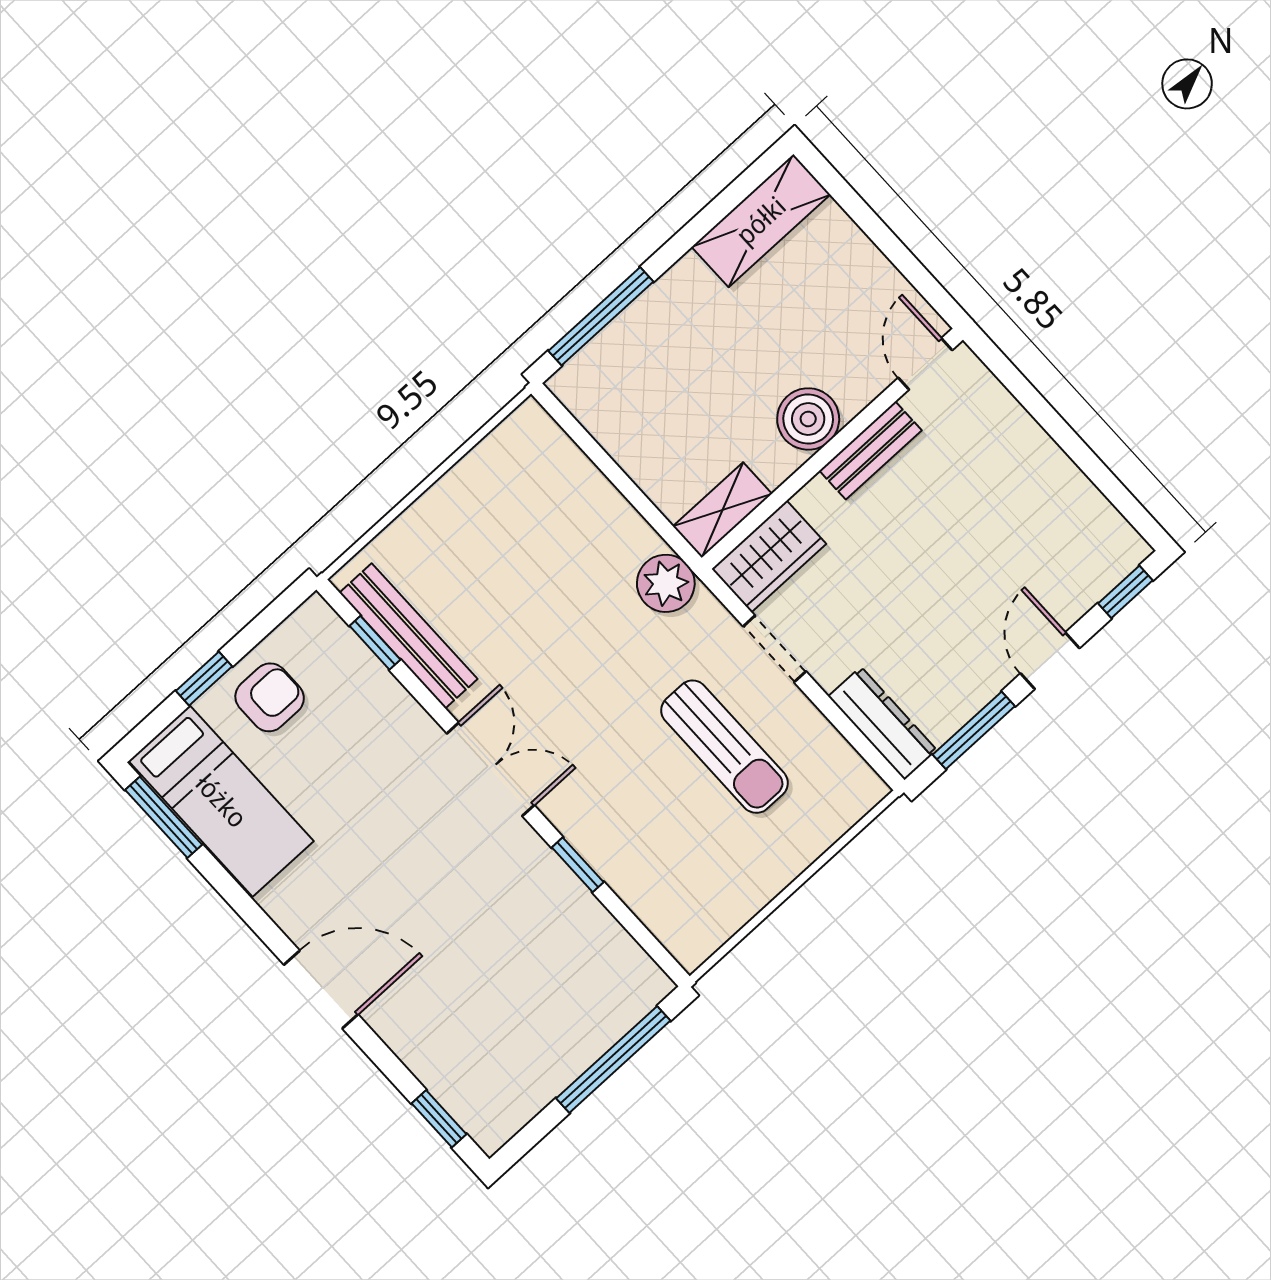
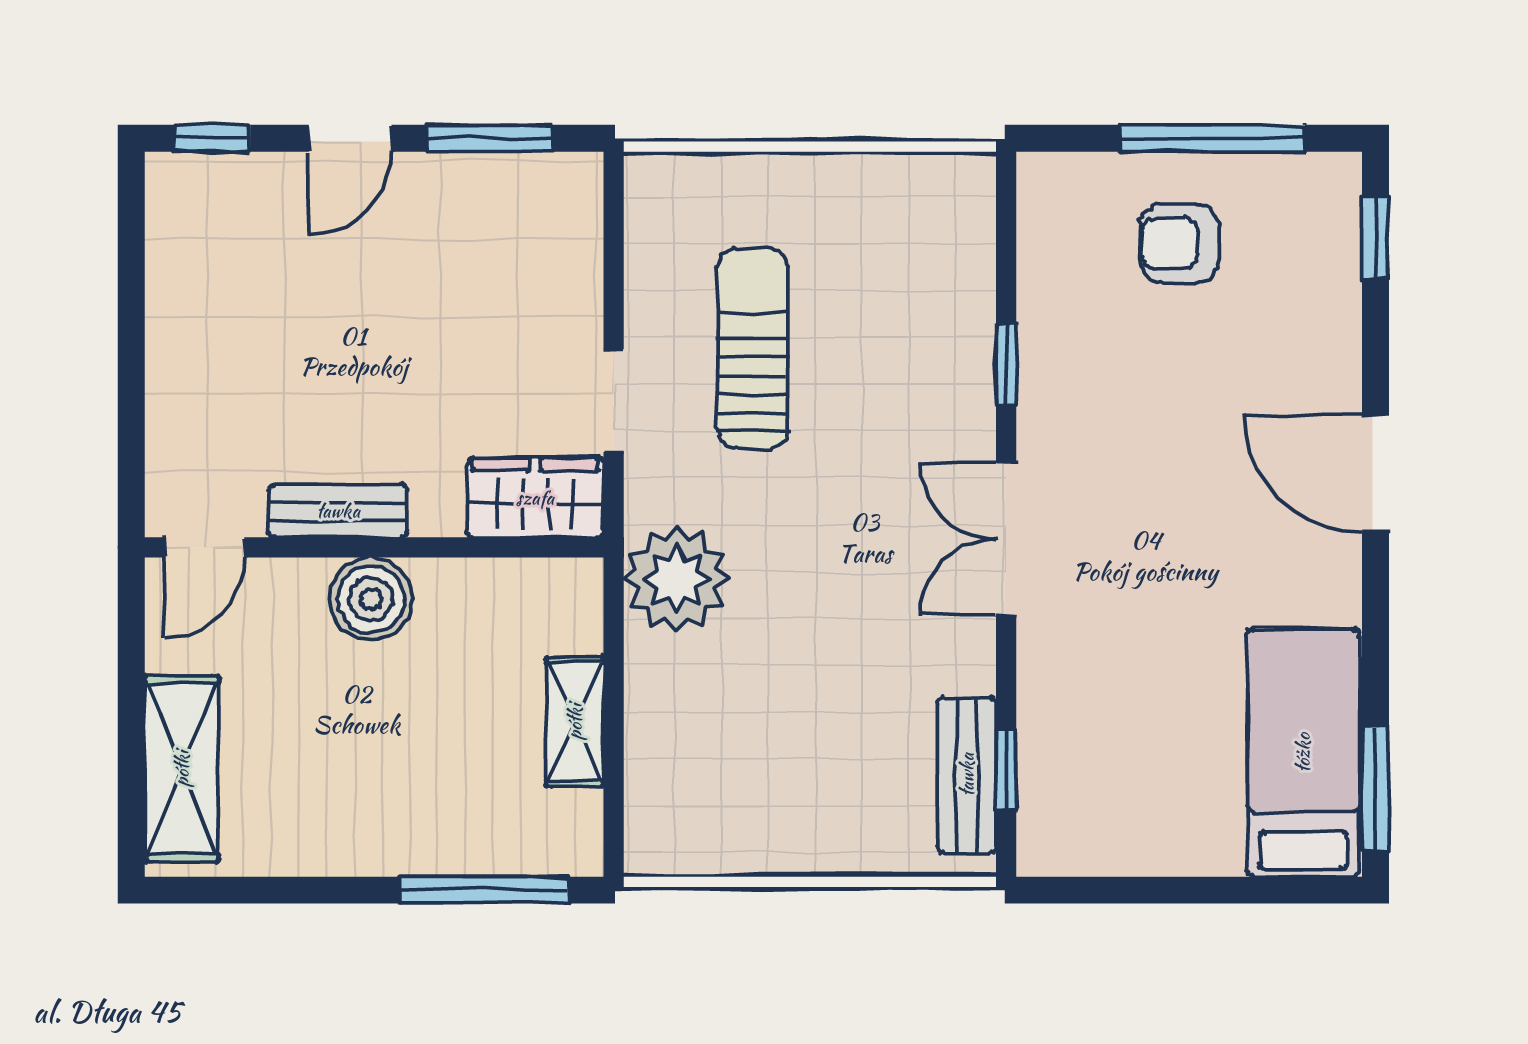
shelving: (761, 221) -> (182, 769), moved, turned 90
shelving: (722, 510) -> (575, 722), moved, turned 90
plant: (666, 583) -> (677, 579), width x1.36, depth x1.36
bench: (408, 636) -> (967, 775), width x0.73
window: (204, 679) -> (1209, 890), removed
armchair: (270, 697) -> (1179, 243), moved
dresser: (883, 723) -> (574, 228), removed
window: (613, 1059) -> (1212, 138), moved

